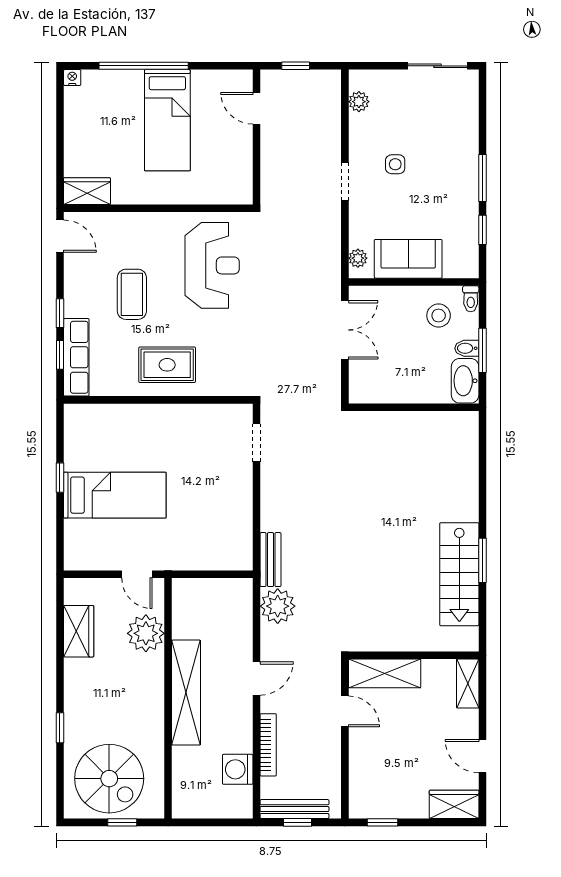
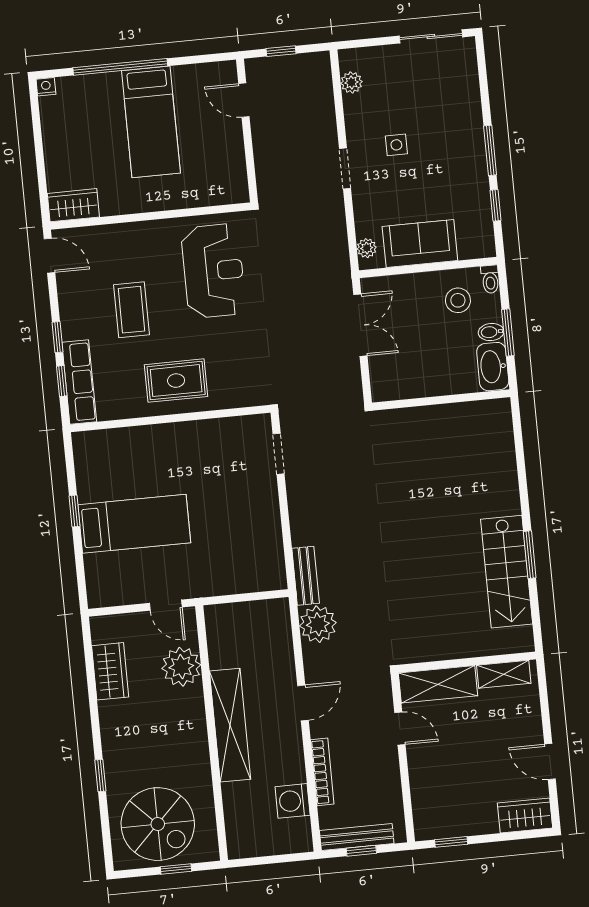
shelving: (468, 684) -> (504, 674), moved, turned 90

